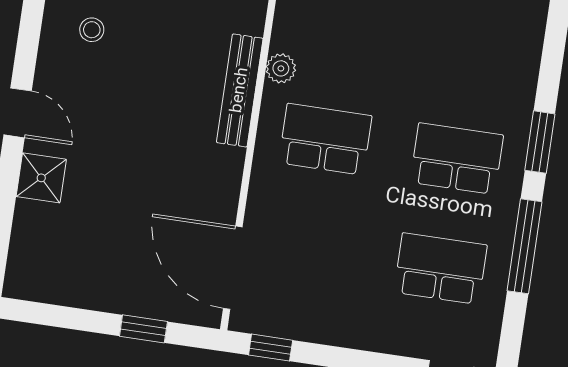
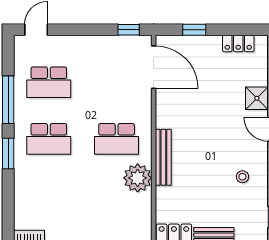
plant: (281, 68) -> (138, 178), width x1.88, depth x1.88
locker: (62, 290) -> (238, 43), added

